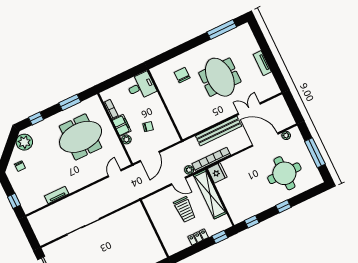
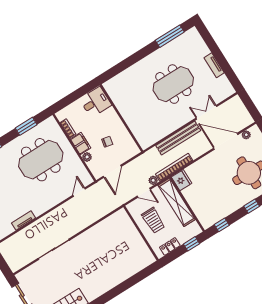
chair: (182, 75) -> (135, 86), removed
meeting table: (220, 77) -> (173, 84), turned 90
wall: (154, 229) -> (141, 233), moved

